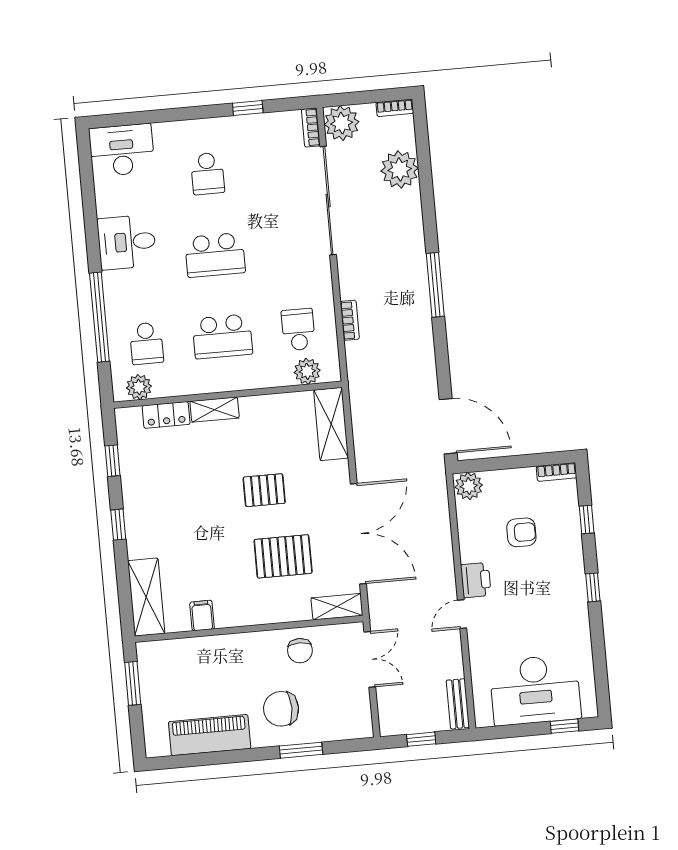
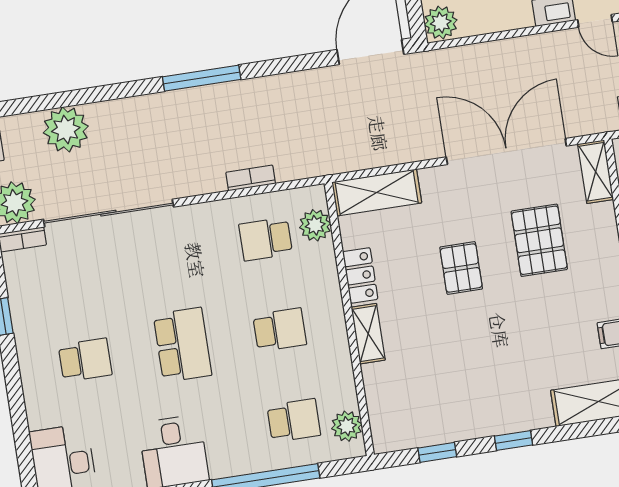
school desk: (222, 336) -> (280, 330), width x0.54
locker: (166, 415) -> (360, 275), moved

